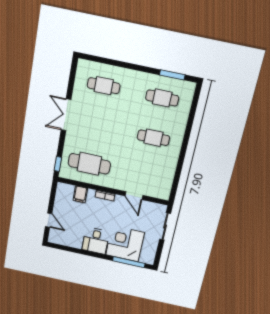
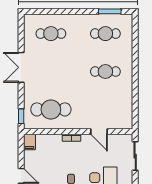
filing cabinet: (80, 194) -> (30, 142), moved

